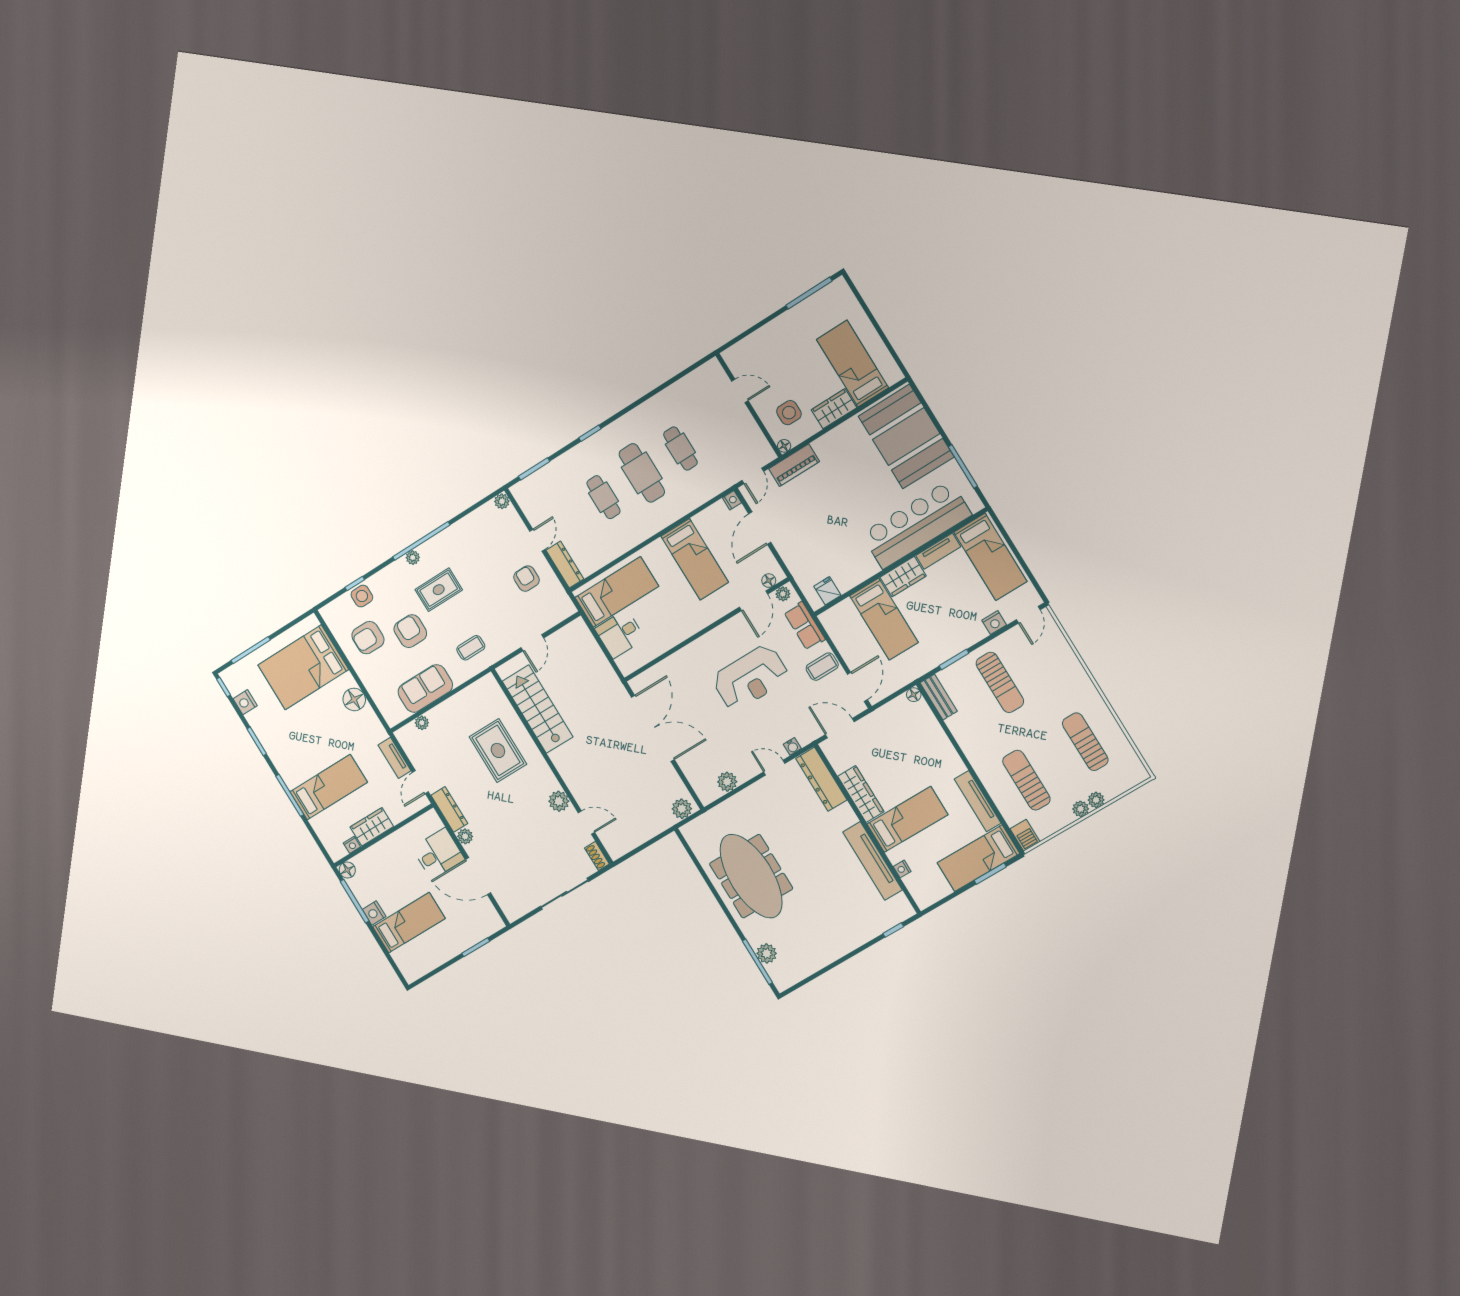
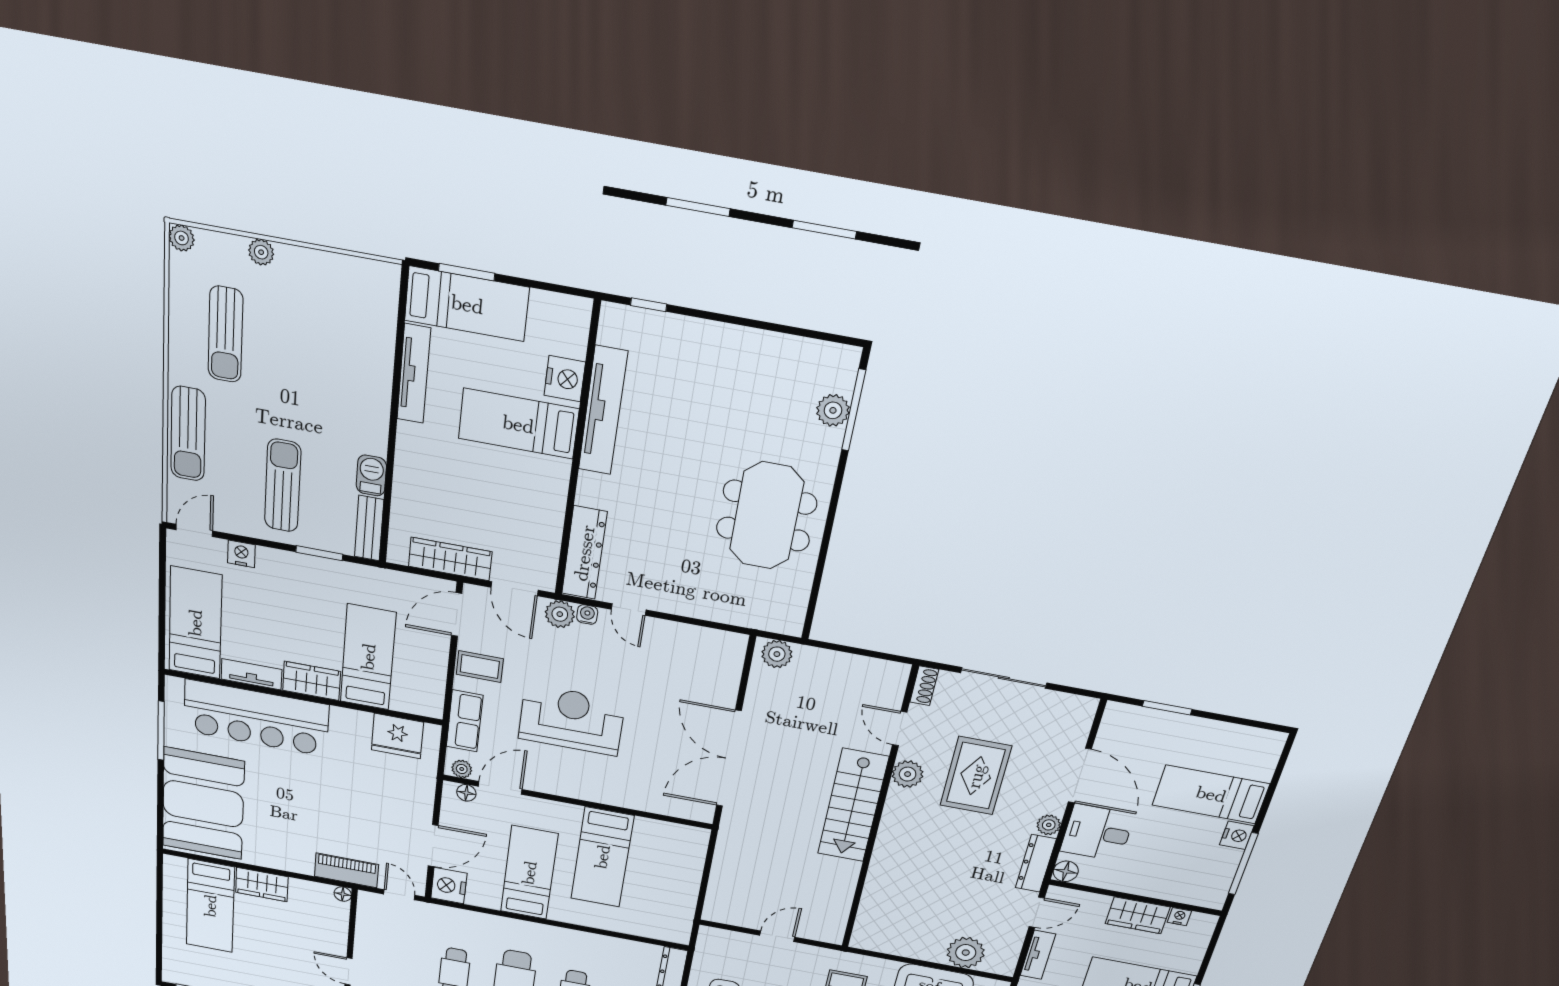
side table: (789, 413) -> (313, 917), removed
door: (753, 476) -> (399, 895), hinge flipped
nightstand: (732, 500) -> (449, 886), width x1.89, depth x1.79
fridge: (827, 591) -> (397, 736), width x1.88, depth x1.34
bed: (617, 592) -> (602, 857), moved, turned -90
desk: (620, 634) -> (675, 871), removed
floor lamp: (914, 695) -> (397, 554), removed
stairs: (538, 709) -> (853, 806), moved
plant: (422, 723) -> (966, 953), width x1.88, depth x1.88
rug: (498, 750) -> (976, 776), moved
sun lounger: (1026, 780) -> (188, 434), moved
plant: (727, 782) -> (560, 614), moved
wardrobe: (861, 794) -> (450, 559), moved, turned 90
plant: (1081, 809) -> (182, 238), moved
barbecue: (1025, 835) -> (371, 475), moved
nightstand: (902, 869) -> (565, 379), width x1.89, depth x1.79
floor lamp: (347, 870) -> (1066, 871), moved
meeting table: (751, 876) -> (766, 516), width x0.73

